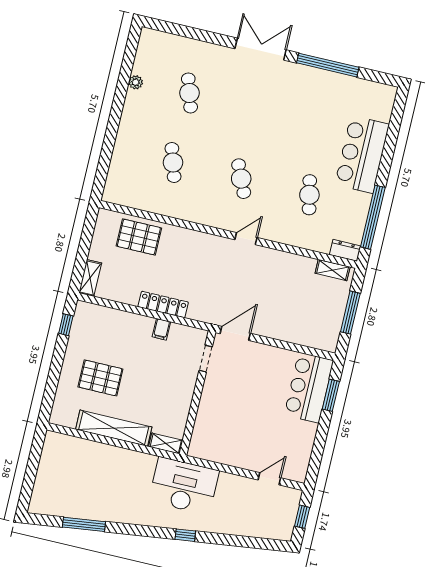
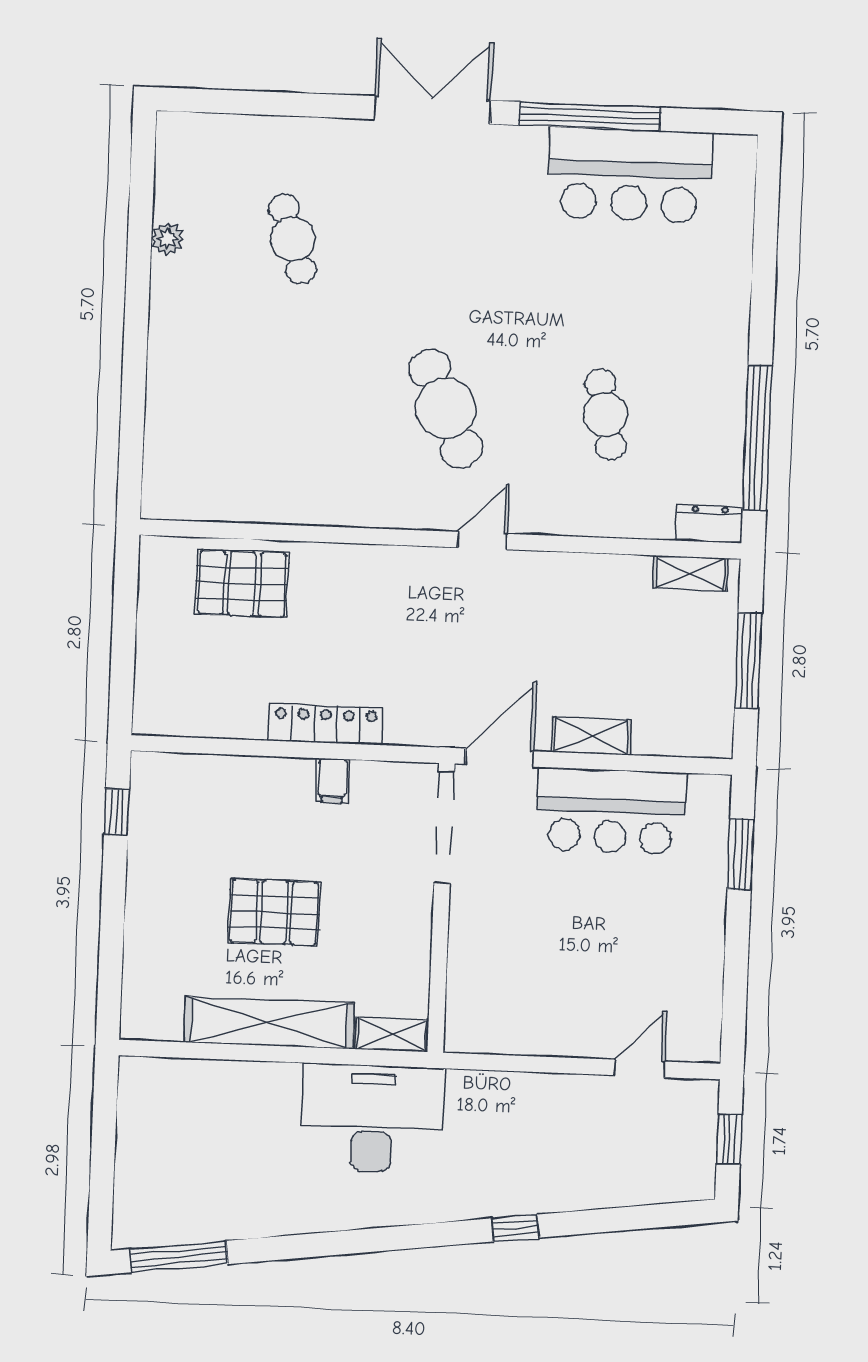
bar counter: (362, 154) -> (630, 175), moved, turned -90
cafe table: (173, 163) -> (286, 402), removed
cafe table: (241, 179) -> (446, 408), width x1.37, depth x1.35
shelving: (90, 278) -> (591, 736), moved, turned 90
doorway: (206, 359) -> (444, 827), width x1.88
pallet: (100, 378) -> (274, 912), moved
bar counter: (309, 388) -> (611, 811), moved, turned -90
desk: (184, 486) -> (372, 1119), moved
window: (84, 524) -> (179, 1257), moved
window: (185, 535) -> (515, 1228), moved

